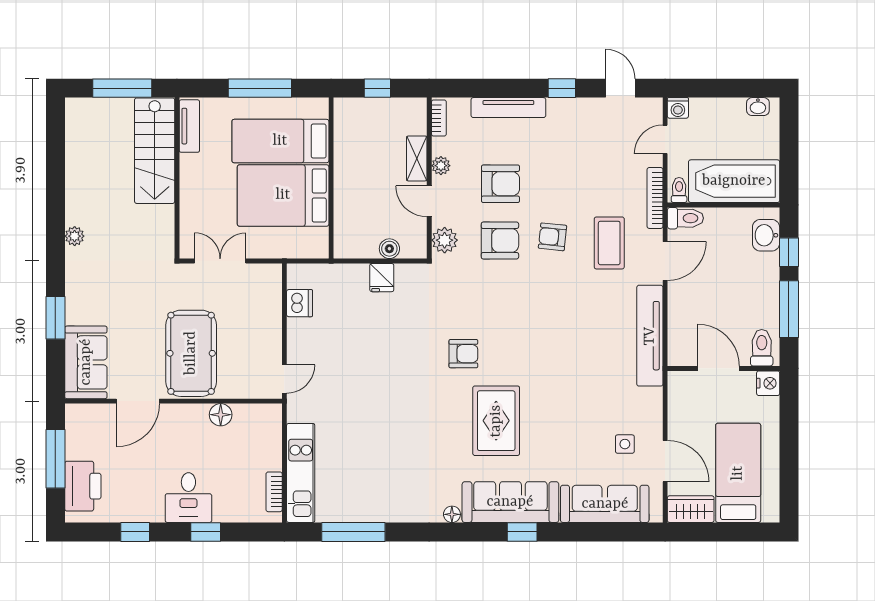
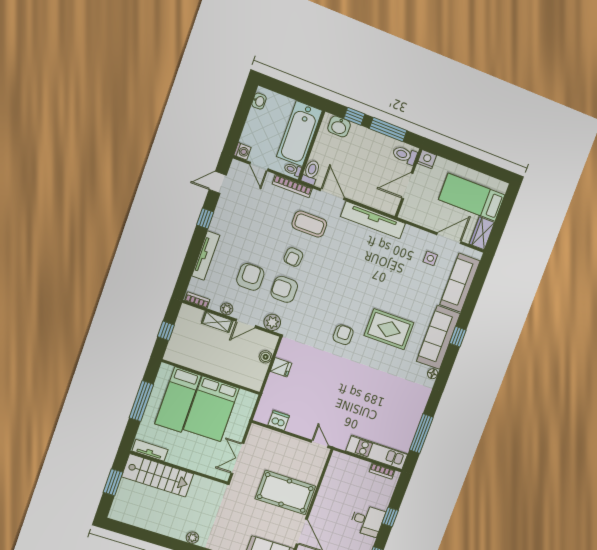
window: (122, 88) -> (113, 482), width x0.69
armchair: (500, 241) -> (284, 289), turned -90
floor lamp: (221, 415) -> (327, 487), removed

